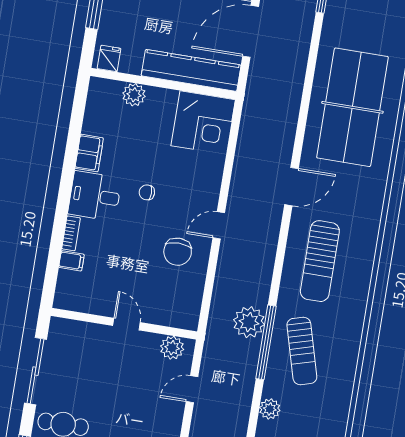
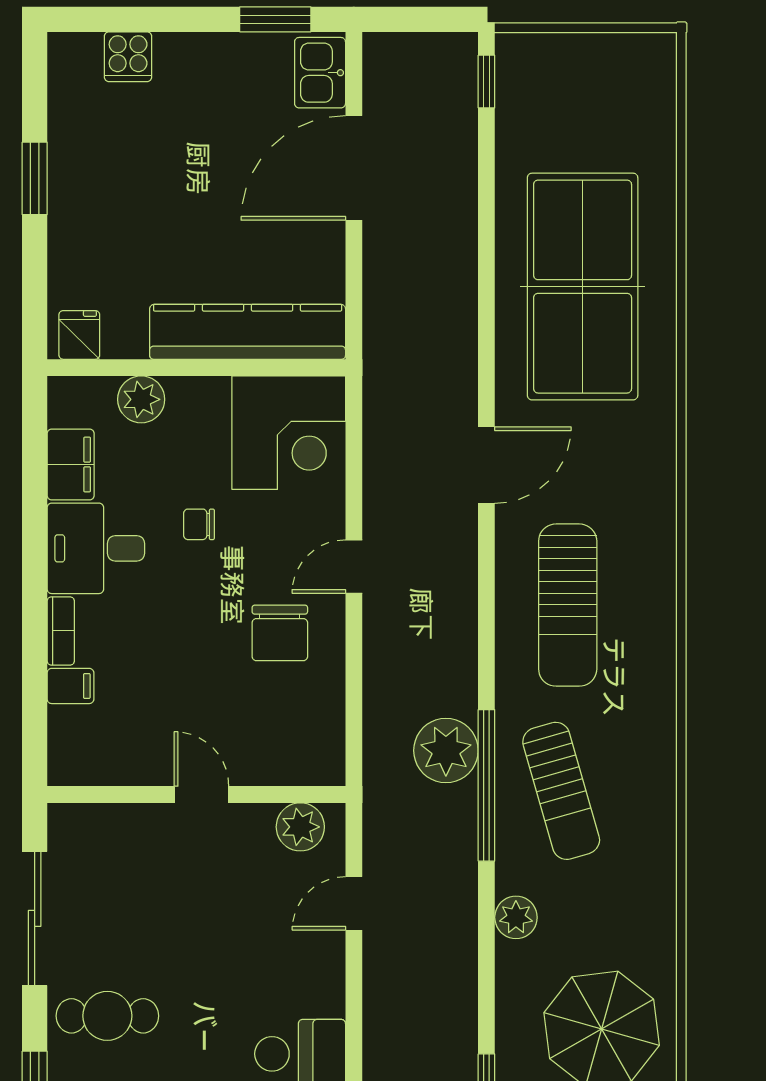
fridge: (109, 58) -> (79, 335), moved
kitchen counter: (191, 70) -> (248, 332), moved
wall: (163, 84) -> (196, 368), moved
plant: (134, 95) -> (141, 399), moved
corner desk: (203, 123) -> (289, 433), moved

